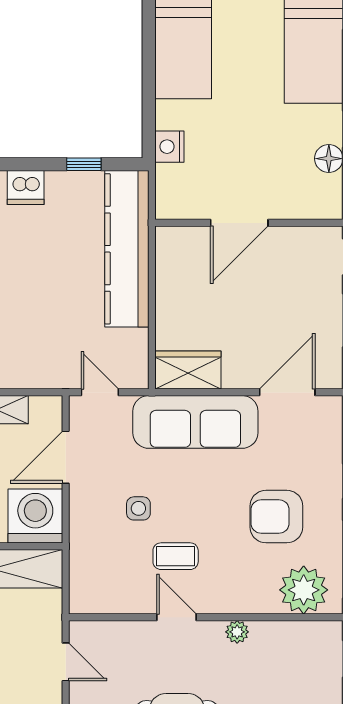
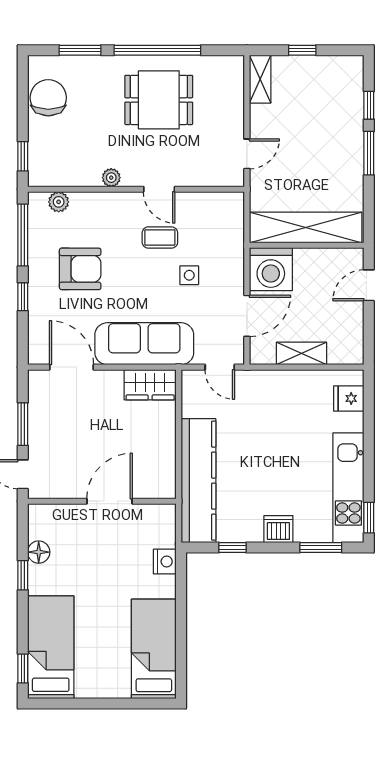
door: (287, 392) -> (72, 367), swing flipped
plant: (304, 590) -> (59, 202), width x0.53, depth x0.53
door: (66, 662) -> (247, 154), swing flipped

